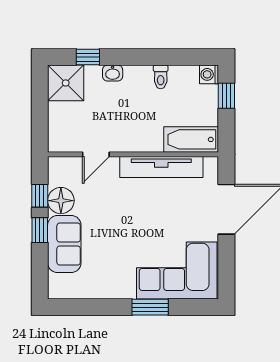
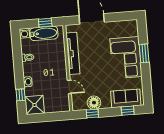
window: (226, 96) -> (45, 23), moved
bathtub: (191, 139) -> (44, 33), moved, turned -90
window: (40, 230) -> (128, 111), moved
sofa: (64, 244) -> (126, 98), moved
corner sofa: (177, 271) -> (126, 58), moved

